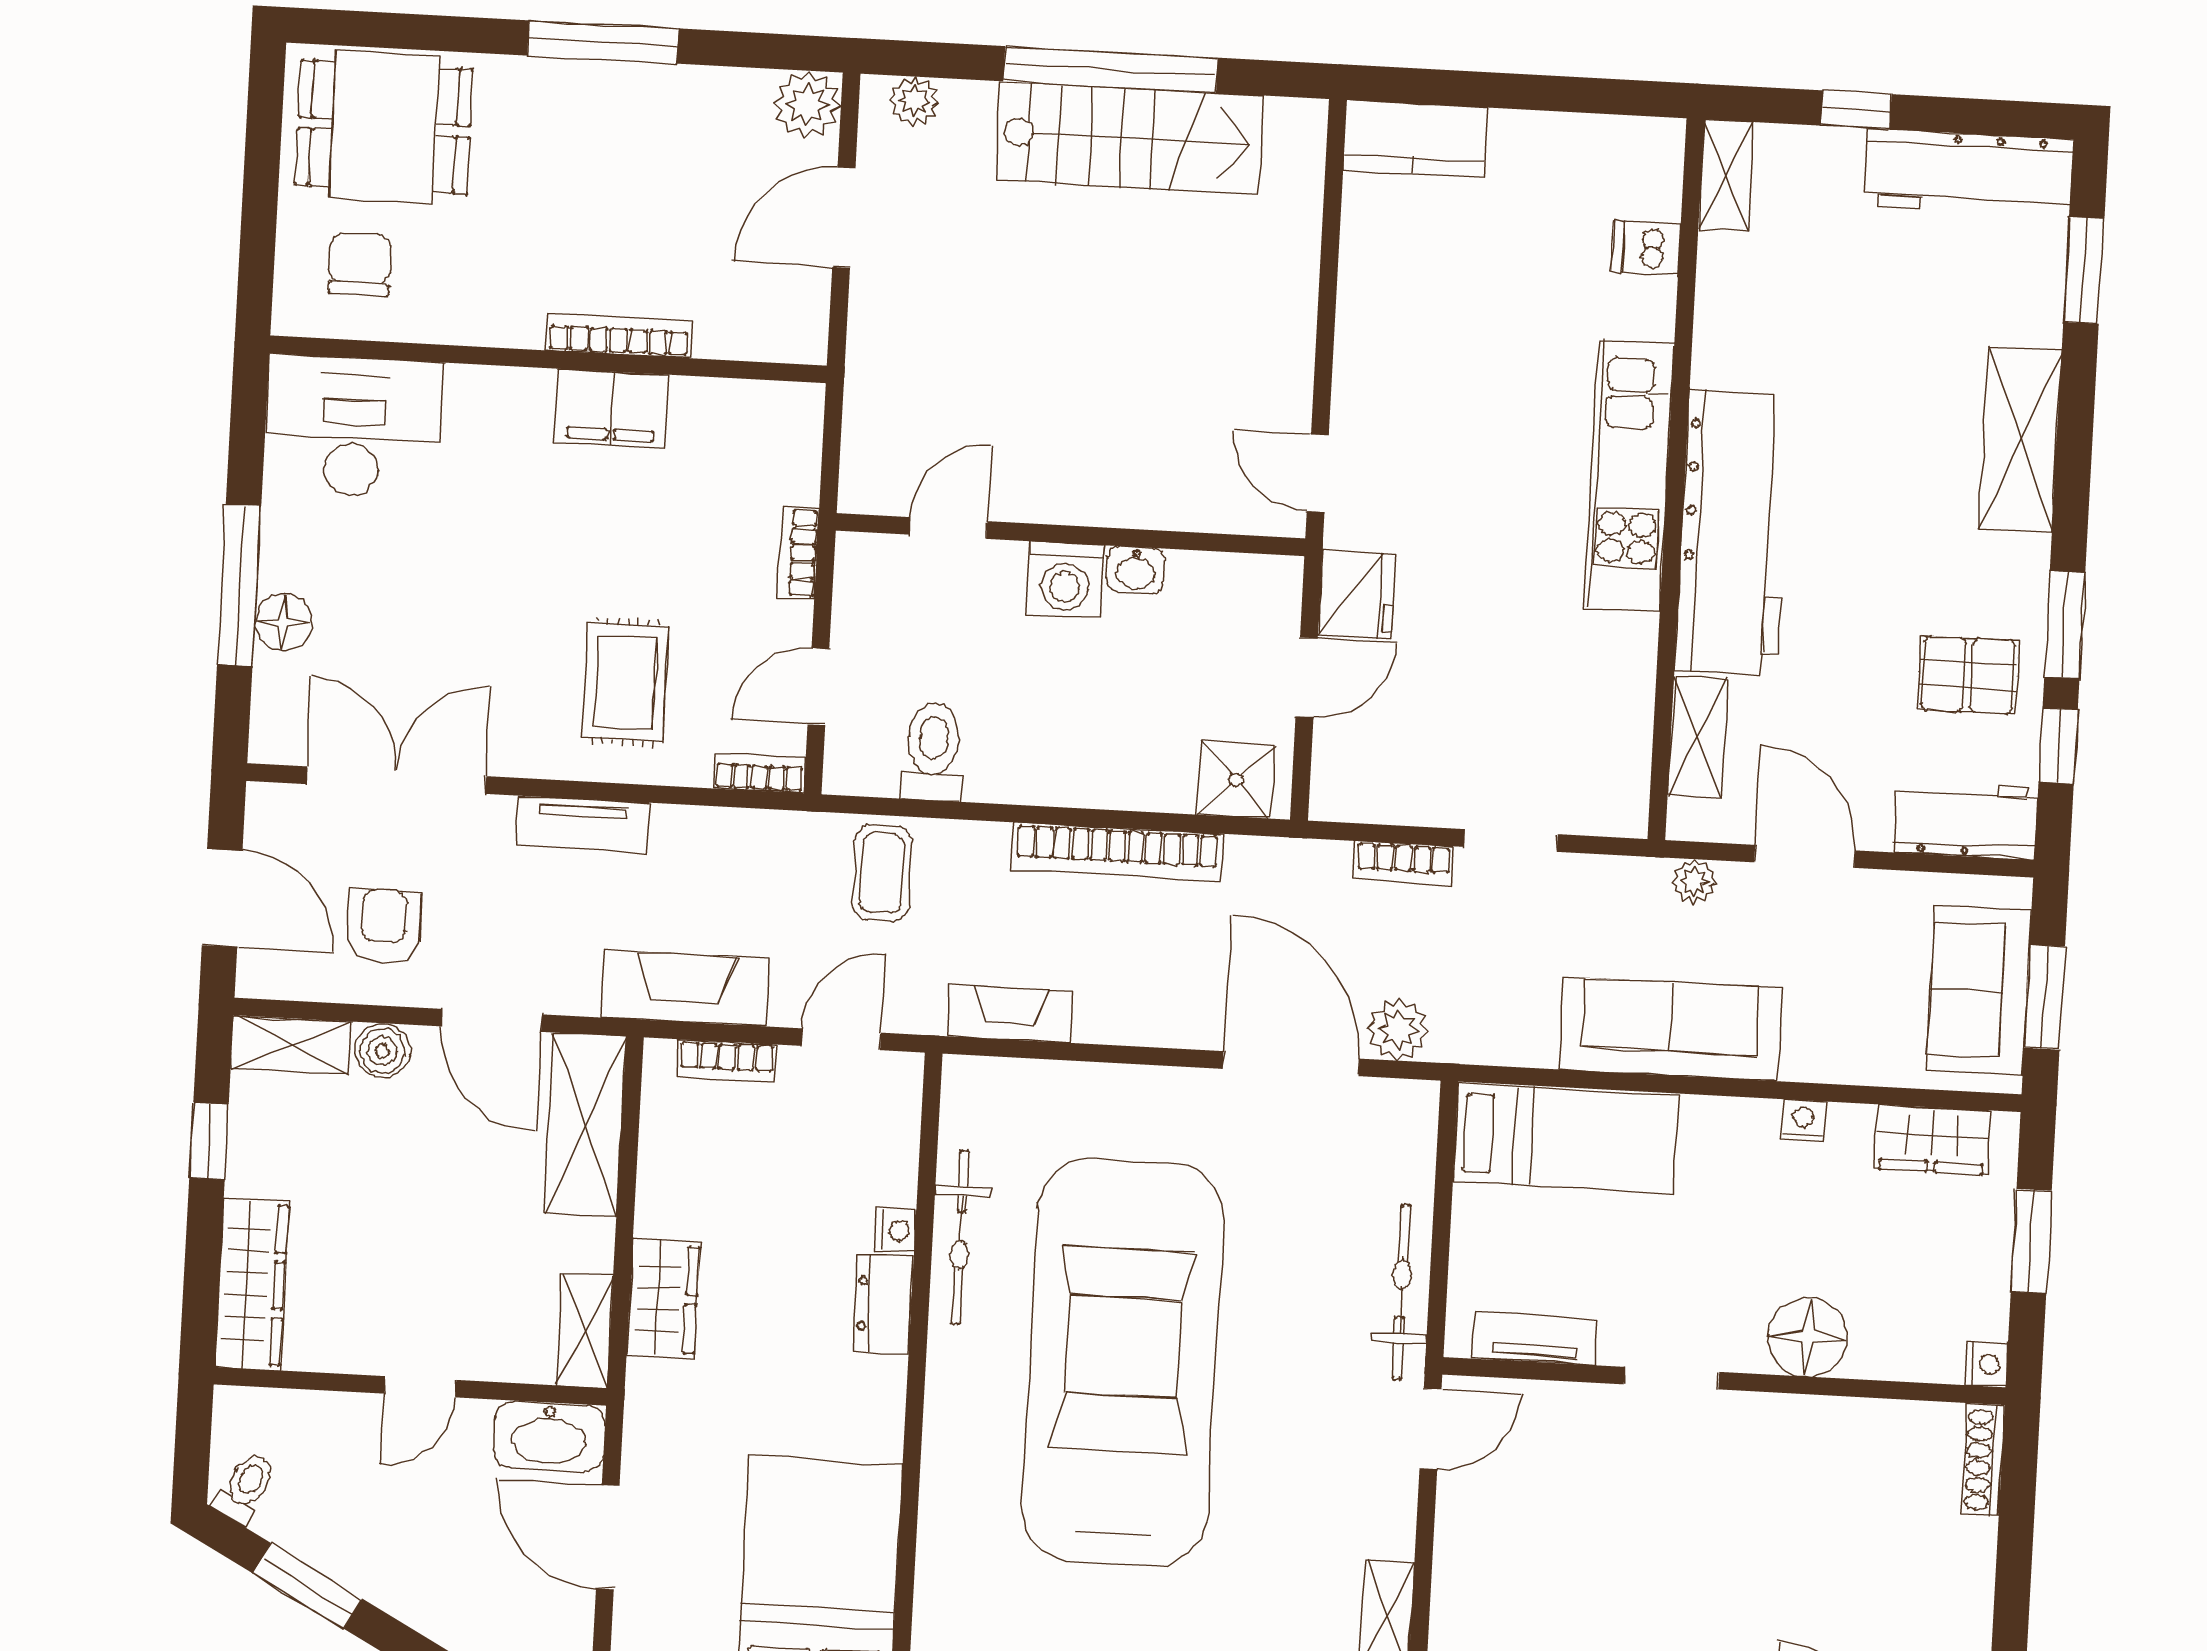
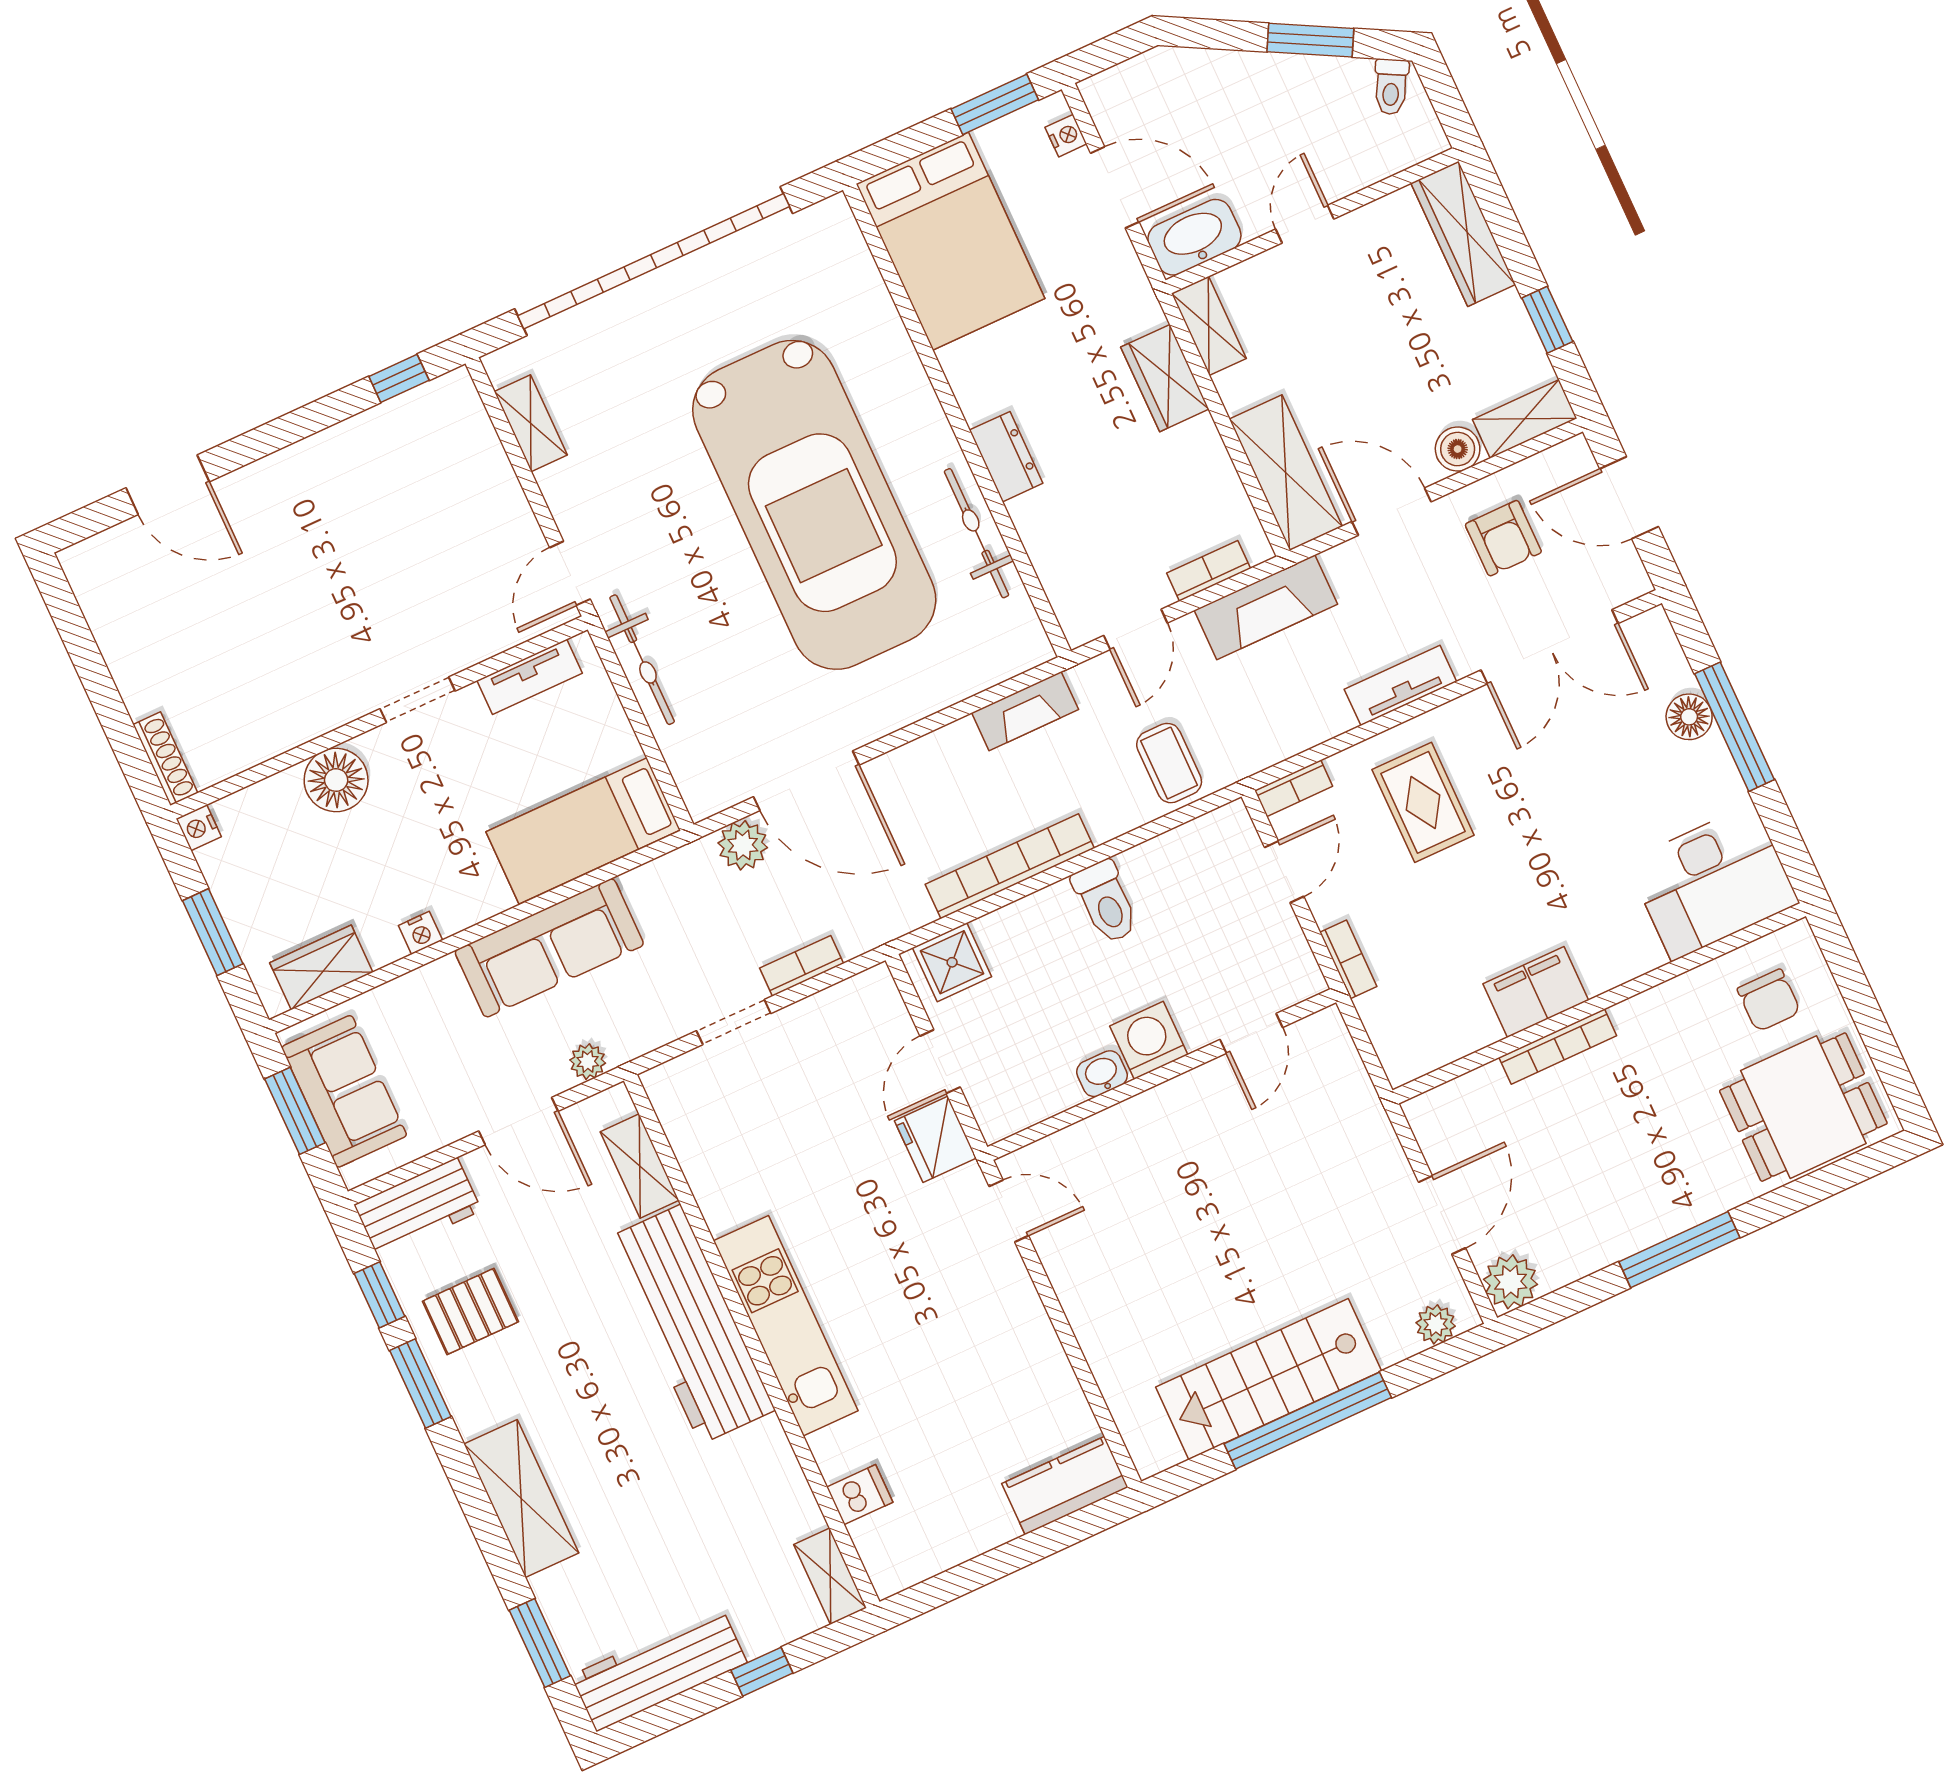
toilet: (933, 752) -> (1106, 902), moved
nightstand: (896, 1230) -> (1066, 136), moved, turned 180

